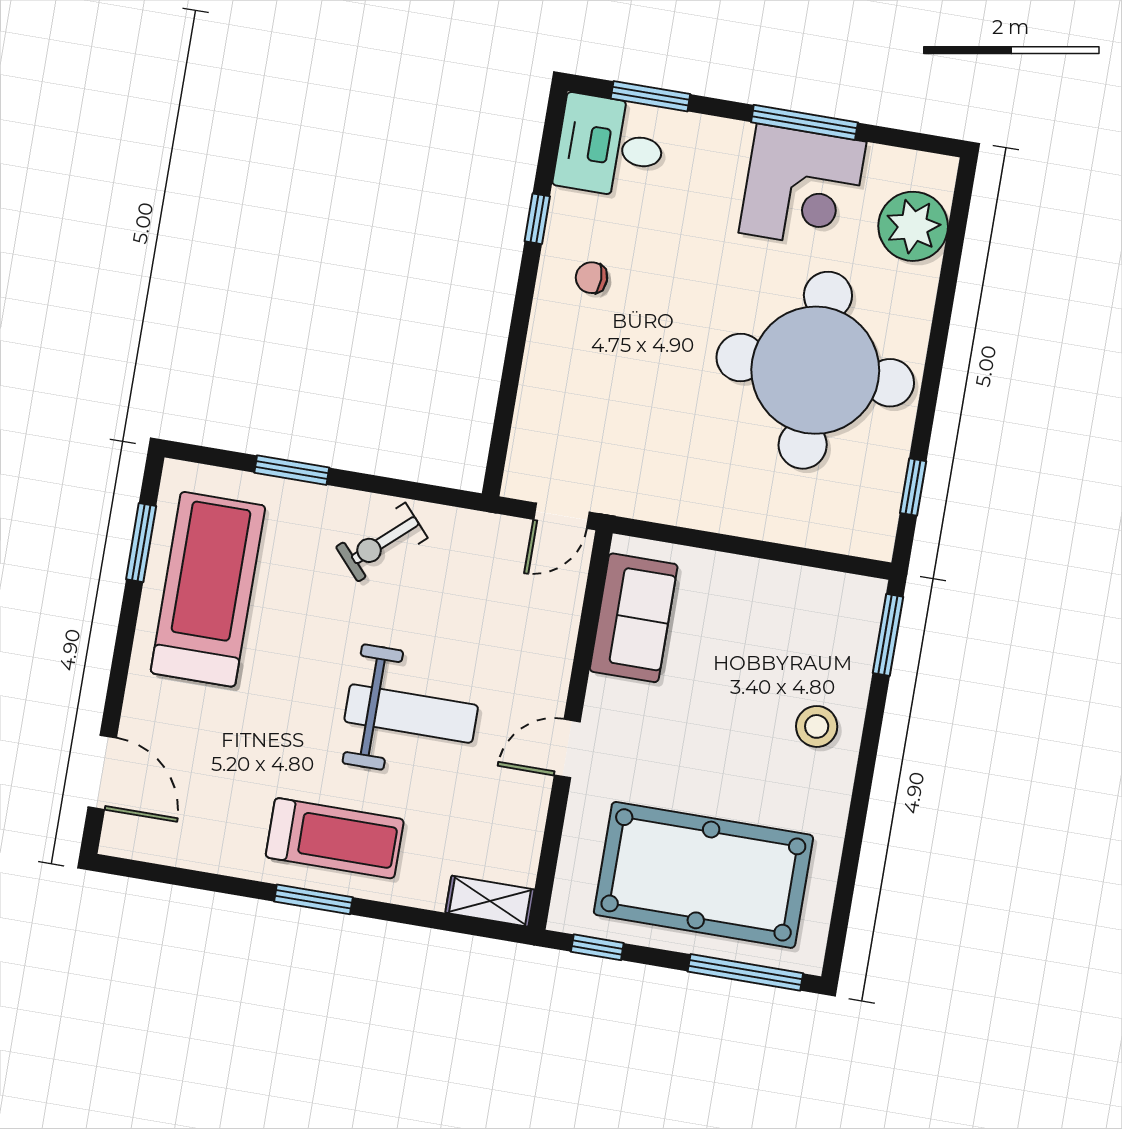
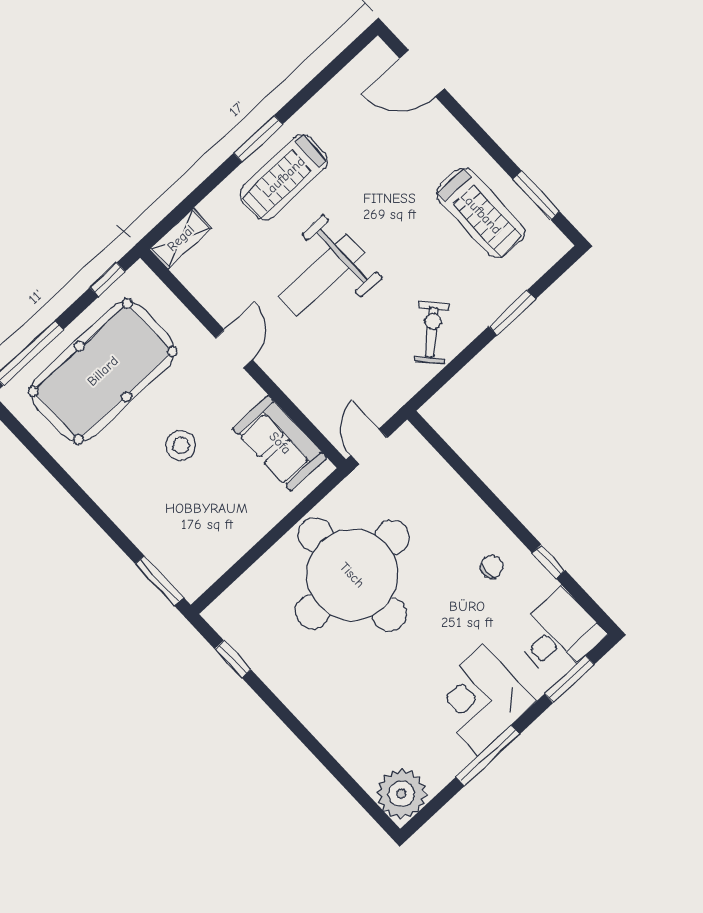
corner desk: (802, 187) -> (480, 699), moved
plant: (913, 226) -> (401, 794), moved
round table: (815, 370) -> (352, 575), moved
treadmill: (208, 589) -> (481, 213), width x0.73, depth x0.73
stool: (817, 726) -> (181, 446), moved

